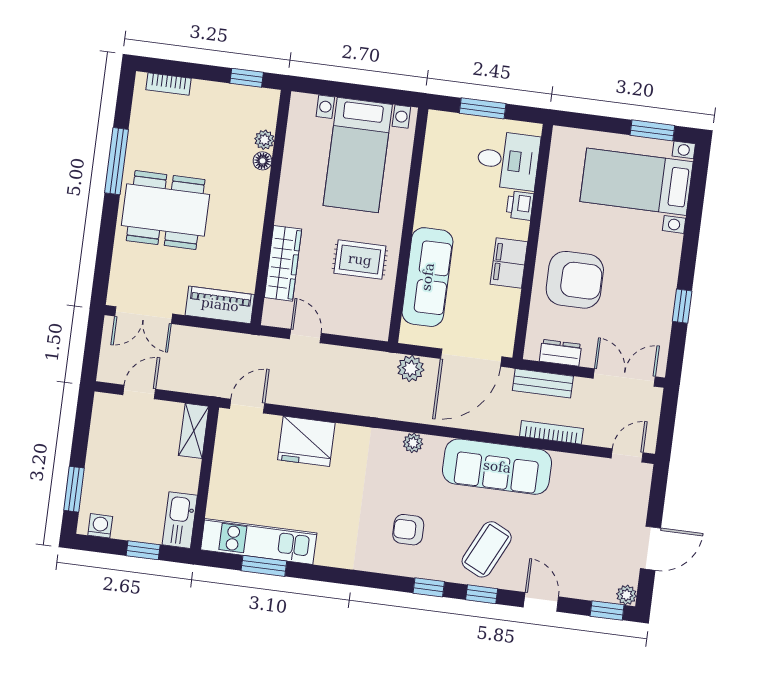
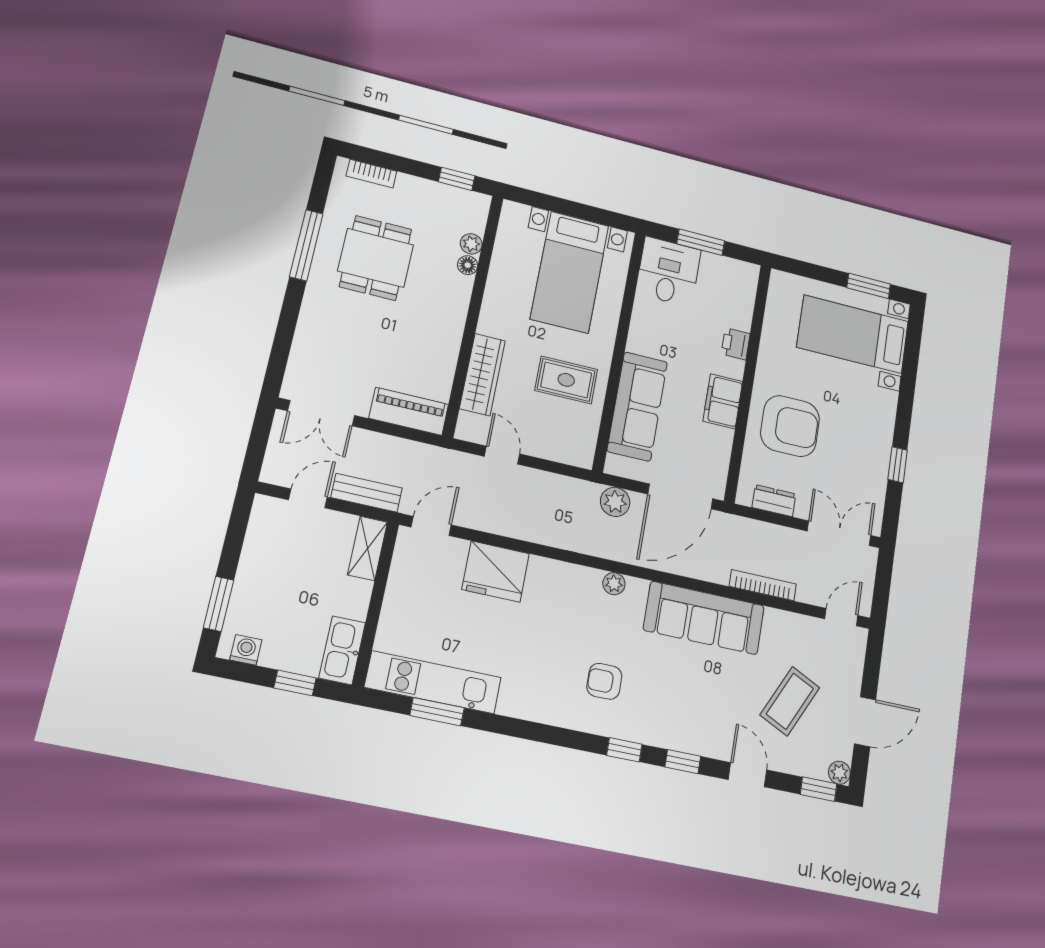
desk: (508, 160) -> (668, 272), moved, turned -90
dining table: (166, 210) -> (376, 258), moved, width x0.73
bench: (543, 383) -> (367, 493), moved
coffee table: (487, 549) -> (790, 701), moved

